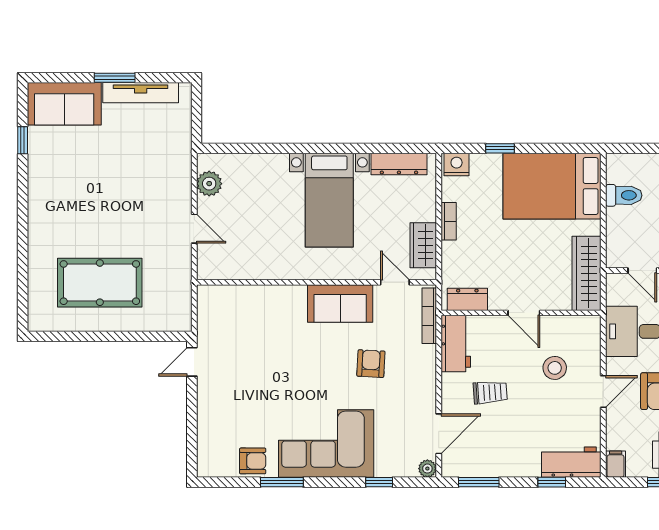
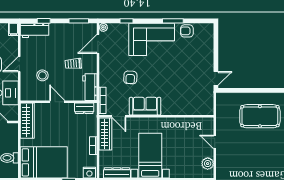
wardrobe: (423, 245) -> (105, 134), width x1.50

